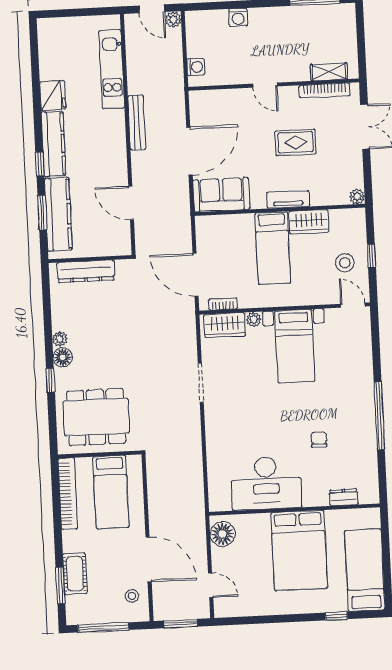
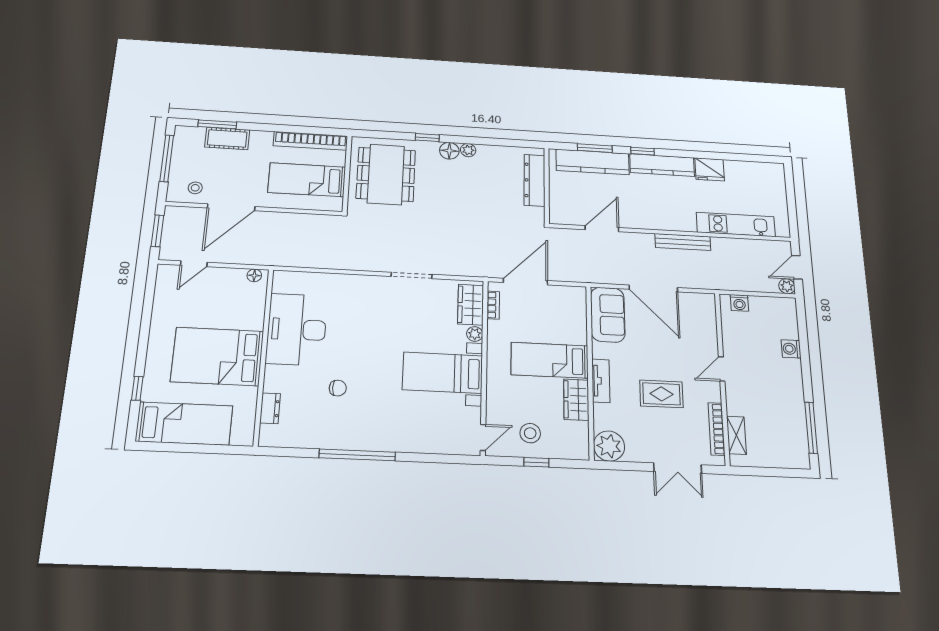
rug: (296, 142) -> (661, 394), turned 90
plant: (357, 197) -> (609, 446), width x1.87, depth x1.87
floor lamp: (223, 534) -> (254, 275), width x0.53, depth x0.53

